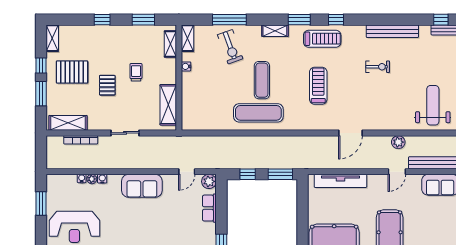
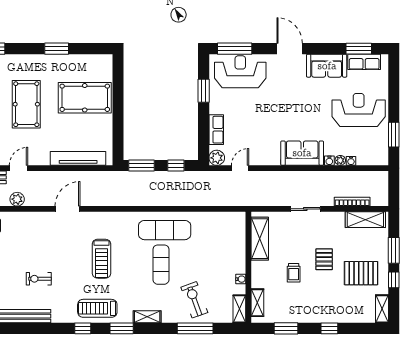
sofa: (142, 186) -> (302, 153), moved

